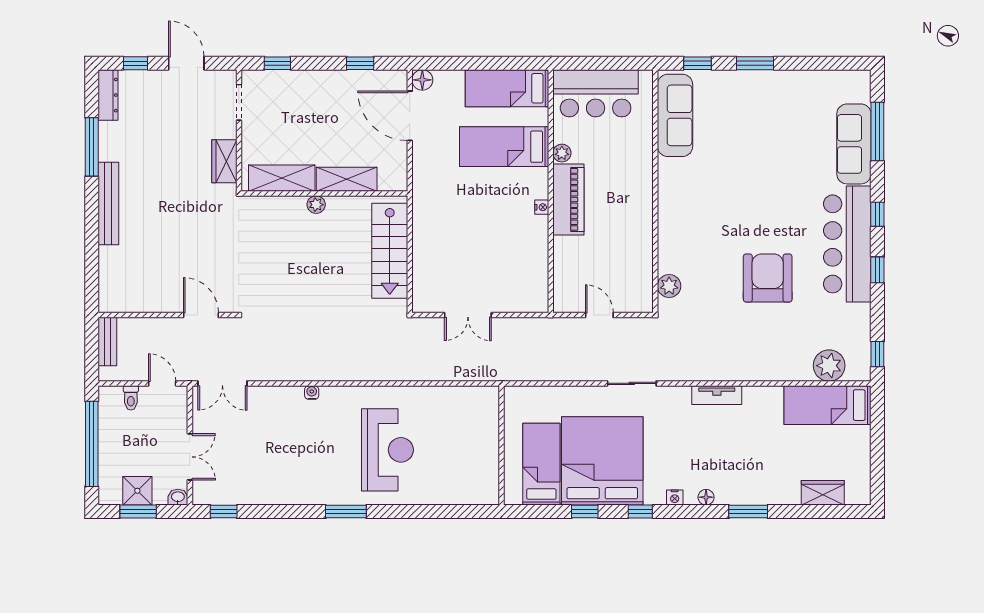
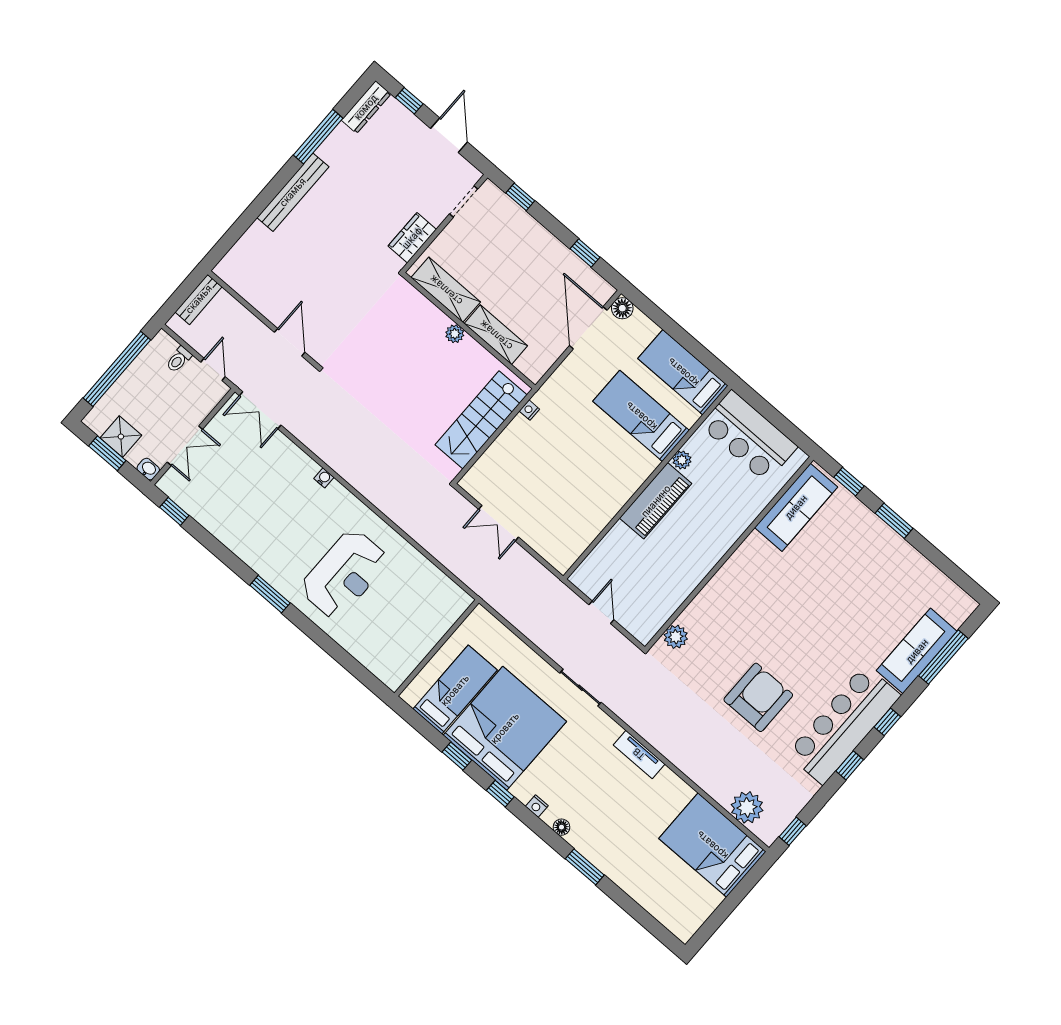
nightstand: (542, 207) -> (529, 410), moved, turned 180
bed: (828, 405) -> (712, 845), width x1.50
wardrobe: (823, 493) -> (656, 903), removed

